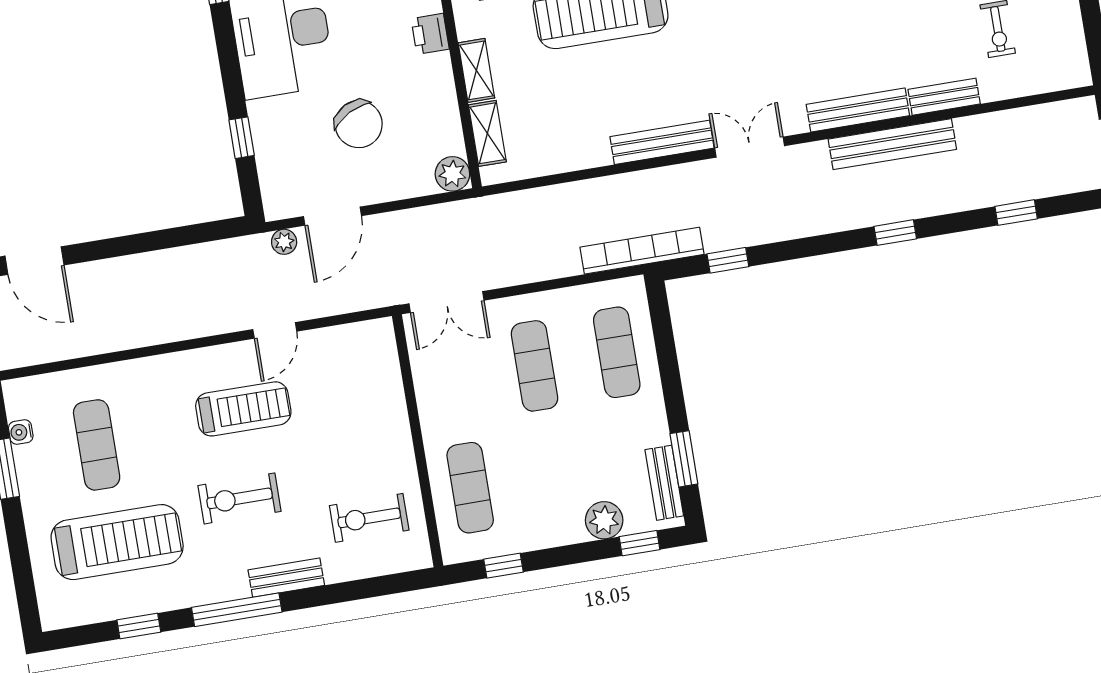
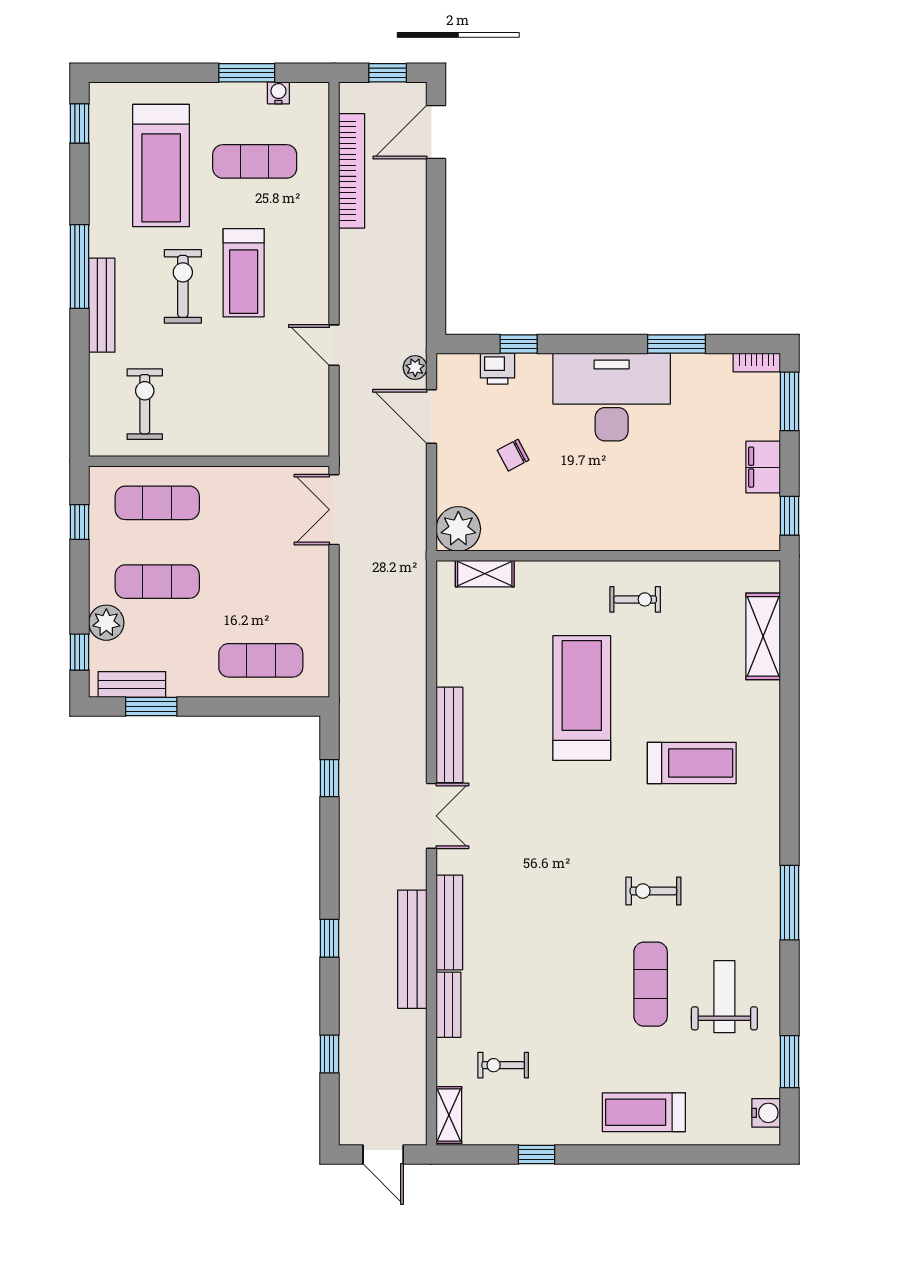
printer: (430, 34) -> (498, 369), moved, turned 180
shelving: (476, 70) -> (449, 1115), moved, turned 90
chair: (359, 124) -> (513, 455), width x0.54, depth x0.54
plant: (452, 174) -> (458, 529), width x1.36, depth x1.36
bookcase: (642, 251) -> (352, 171), moved
exercise mat: (534, 366) -> (157, 582), moved
treadmill: (243, 409) -> (244, 273), moved
bench: (286, 578) -> (102, 305), width x1.36
window: (139, 626) -> (80, 123), moved

